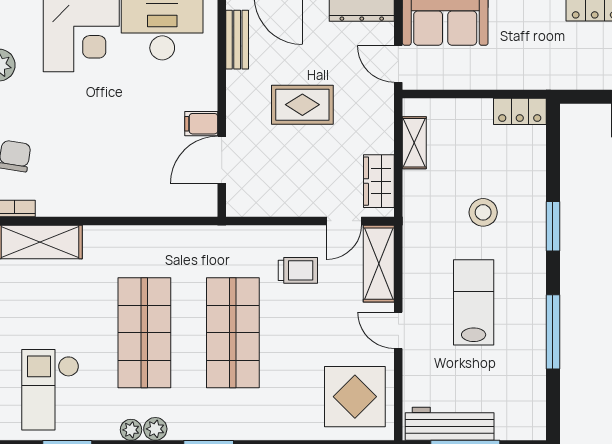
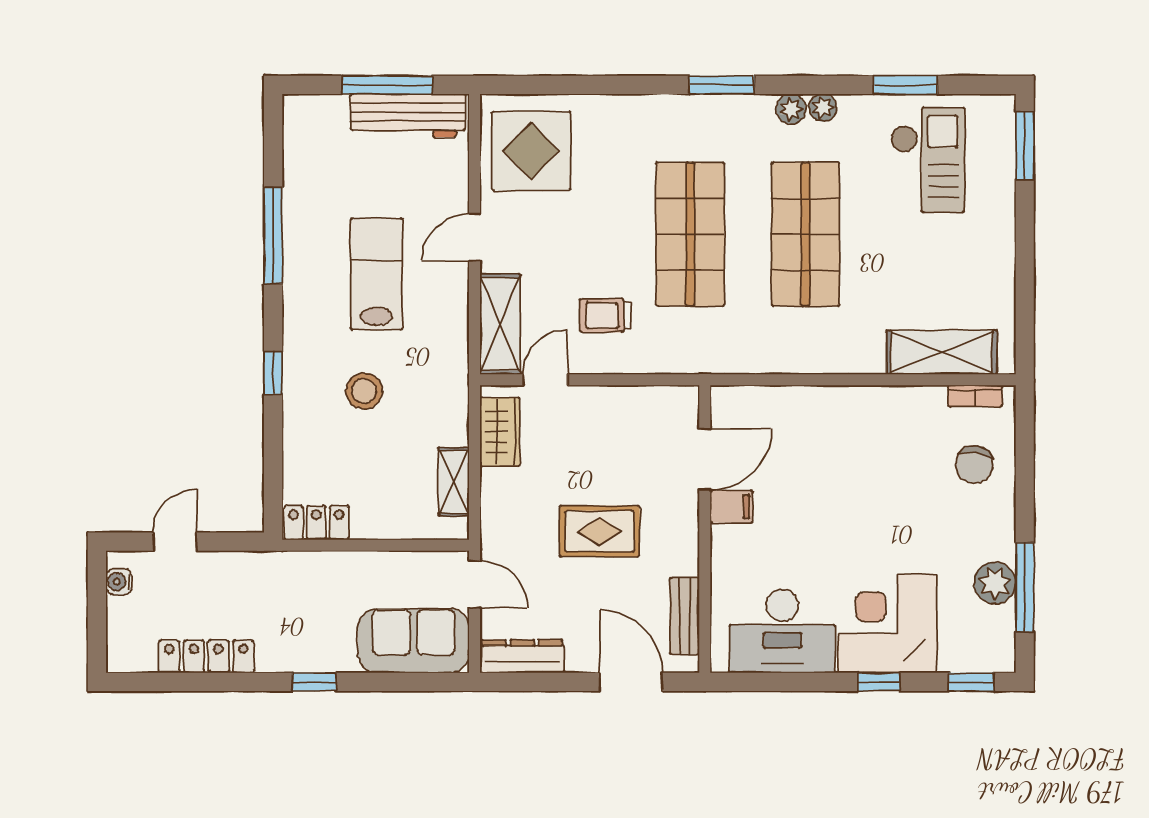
window: (553, 226) -> (273, 373), width x0.67
lab bench: (474, 302) -> (376, 274), turned 180
door: (398, 330) -> (475, 237), swing flipped

